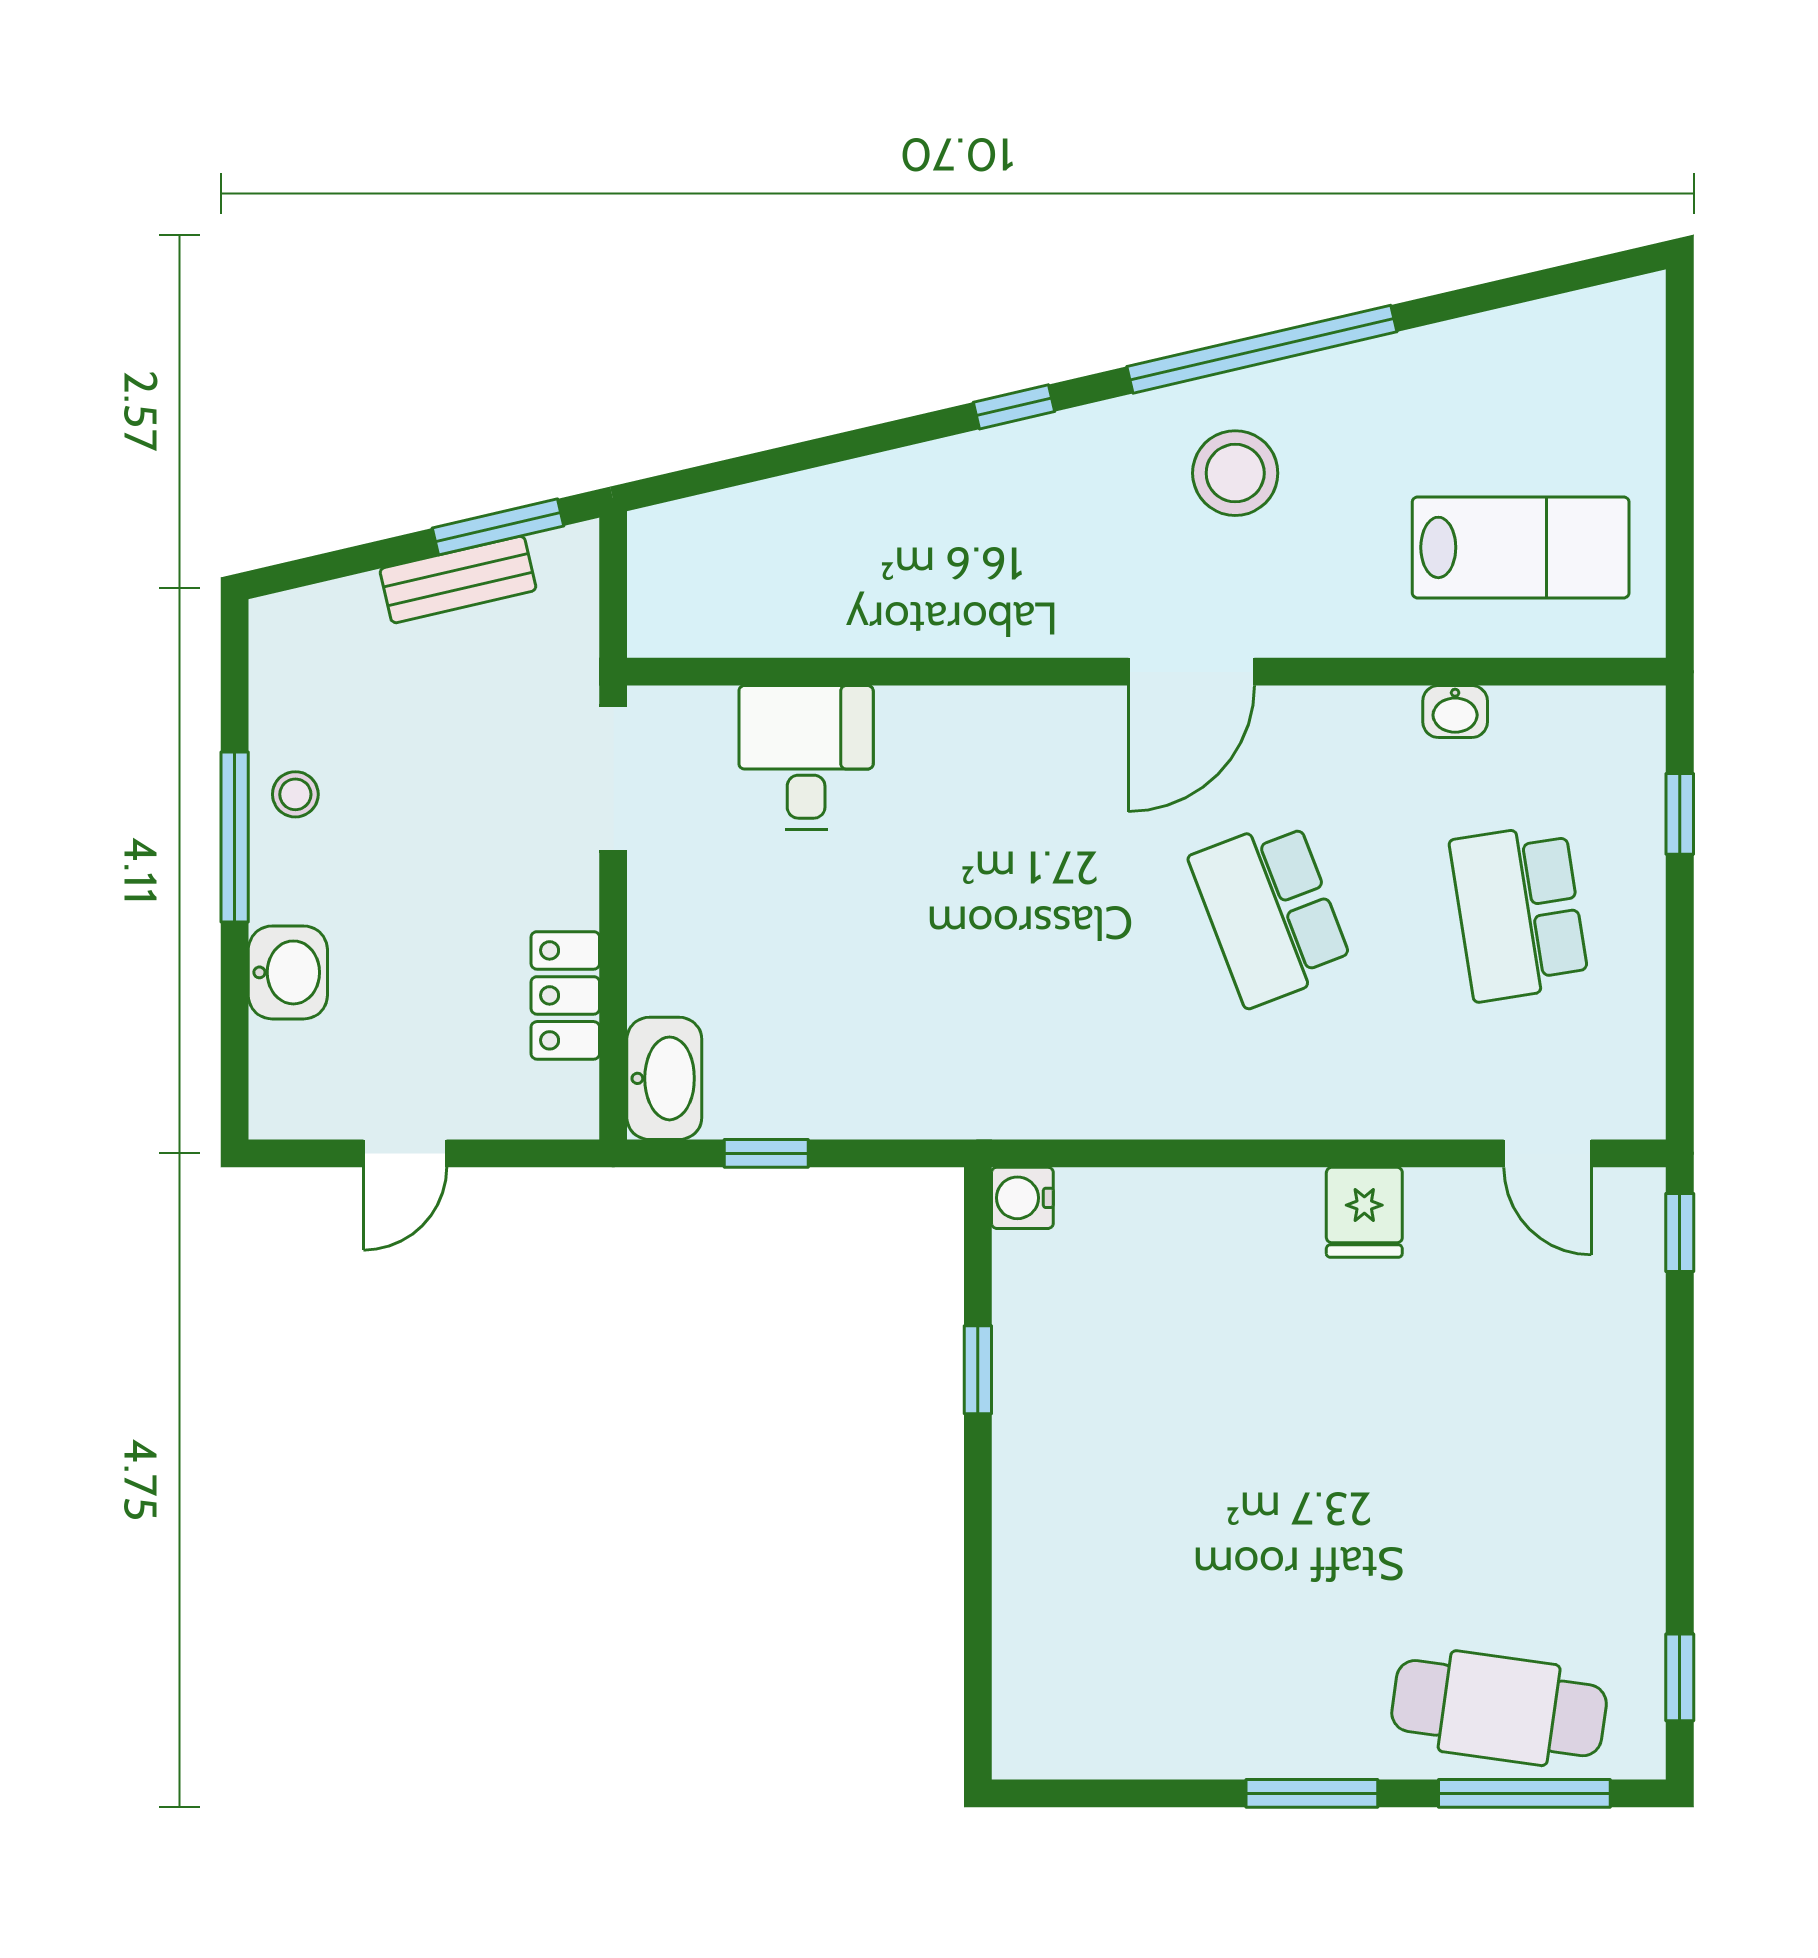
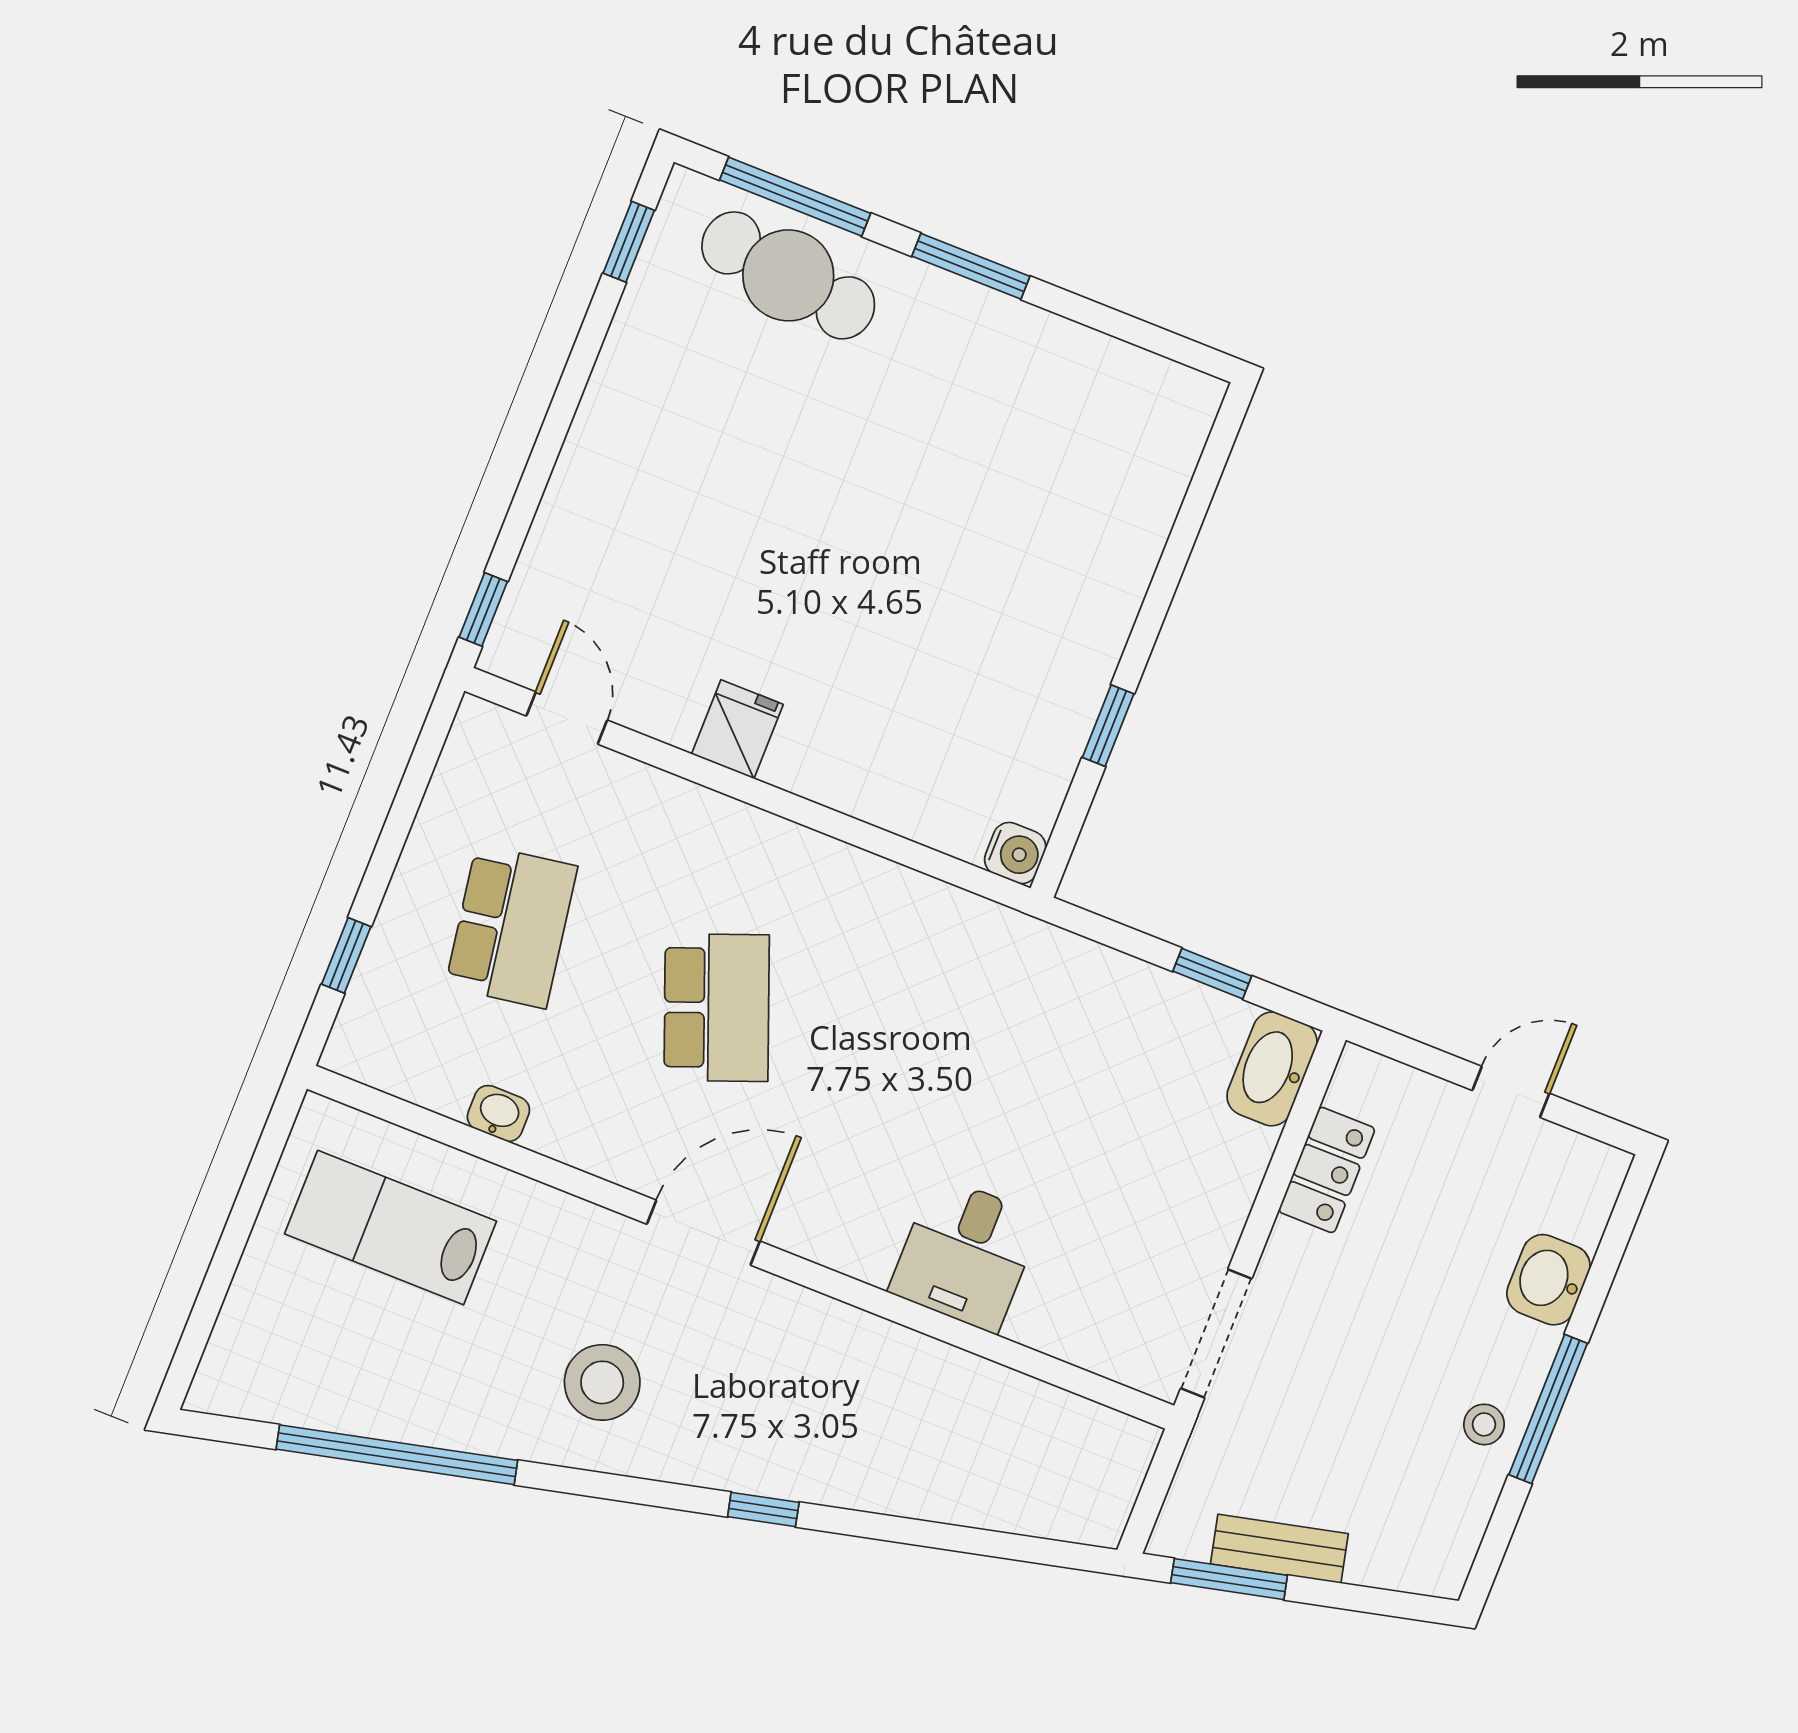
window: (1262, 349) -> (397, 1455), moved
desk: (806, 758) -> (965, 1254), moved

